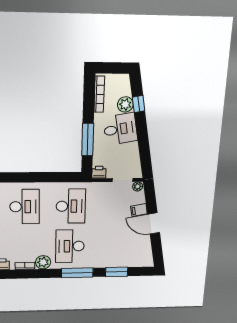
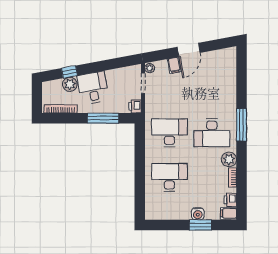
window: (117, 272) -> (241, 85), removed

